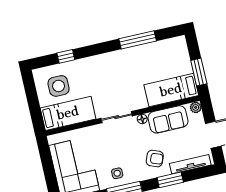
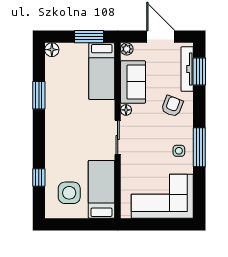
window: (138, 40) -> (39, 95), width x0.69
floor lamp: (180, 42) -> (52, 50), added
window: (170, 180) -> (199, 72), moved

